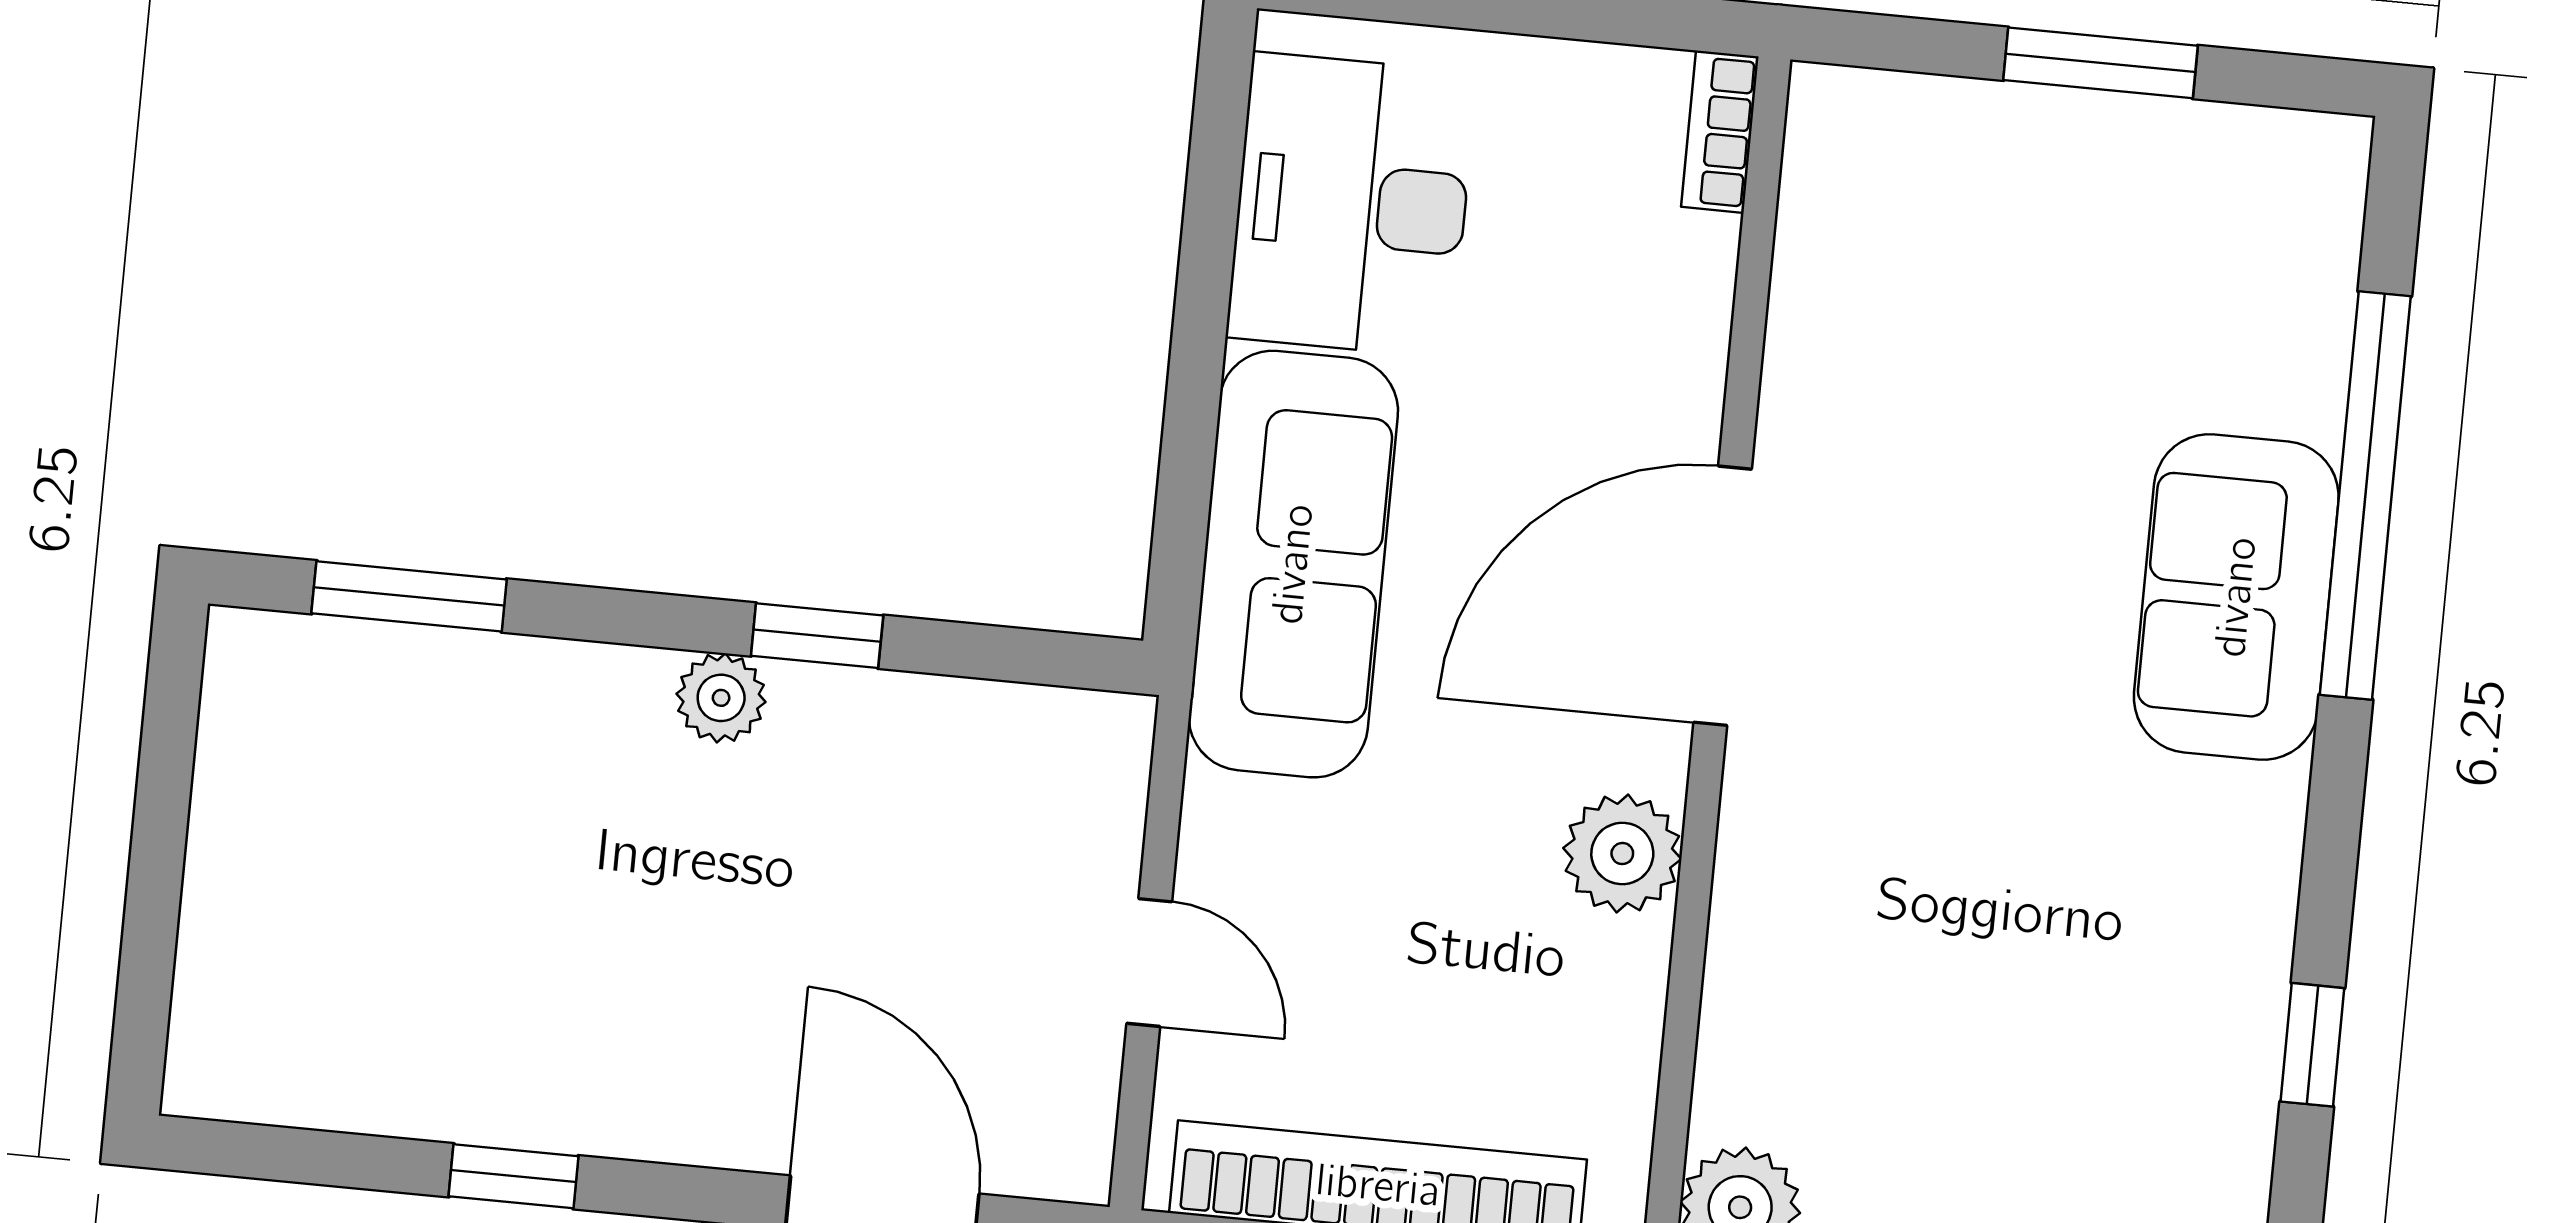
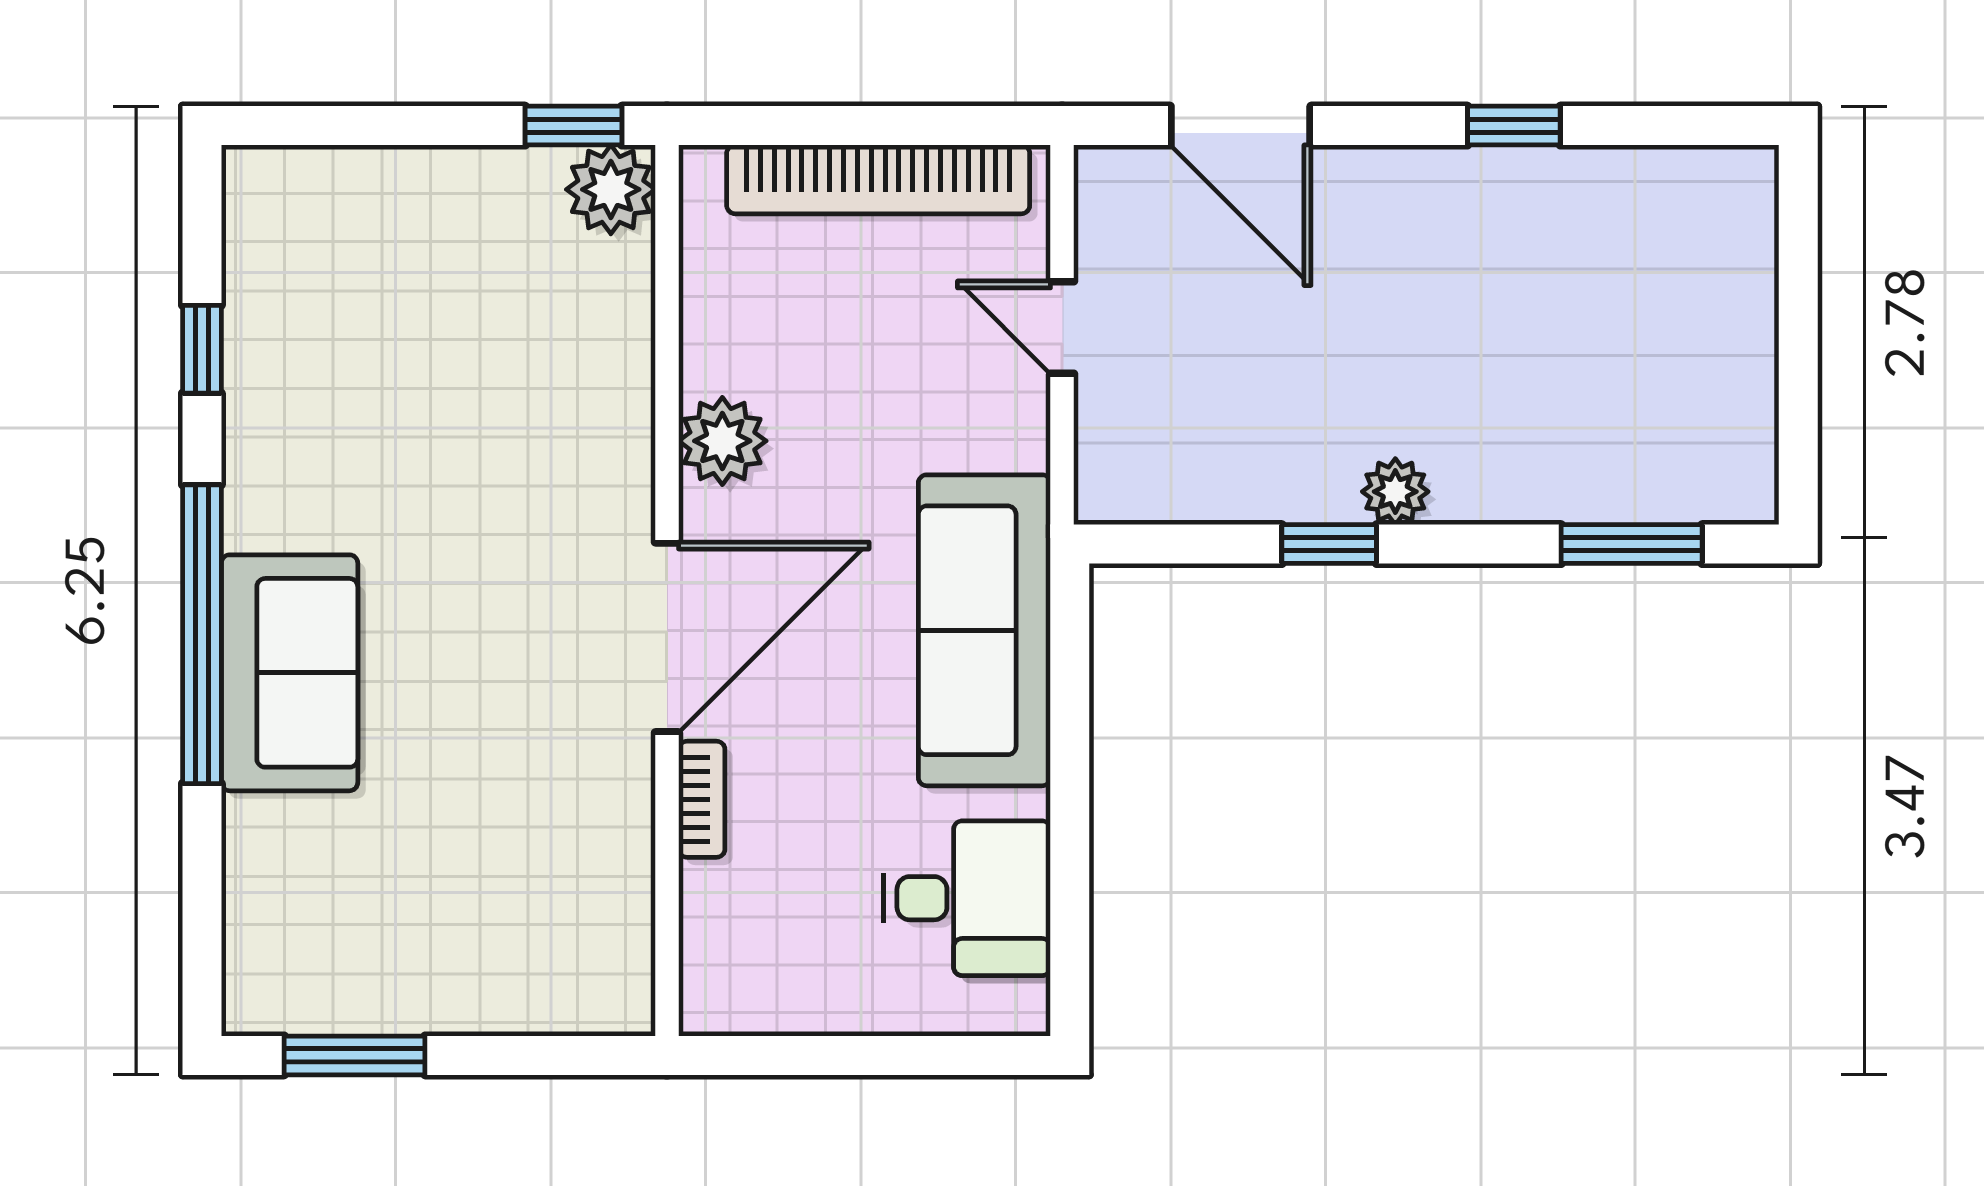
window: (2101, 63) -> (355, 1055), moved
bookcase: (1720, 132) -> (702, 799), moved
desk: (1352, 205) -> (967, 898), width x0.73
window: (2365, 496) -> (202, 634), moved

